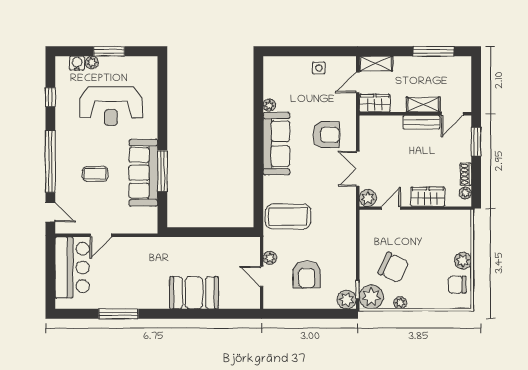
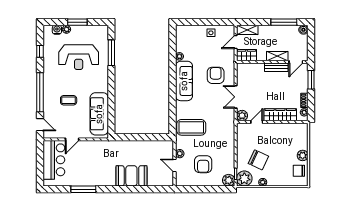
boiler: (464, 63) -> (303, 30), added
armchair: (326, 135) -> (216, 75), turned -90
window: (162, 171) -> (111, 53), moved
sofa: (143, 173) -> (99, 114), moved
wardrobe: (428, 197) -> (280, 115), width x1.50

